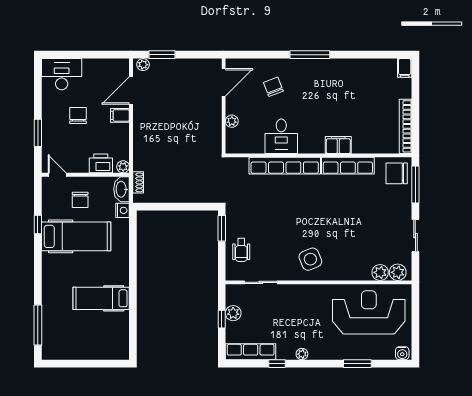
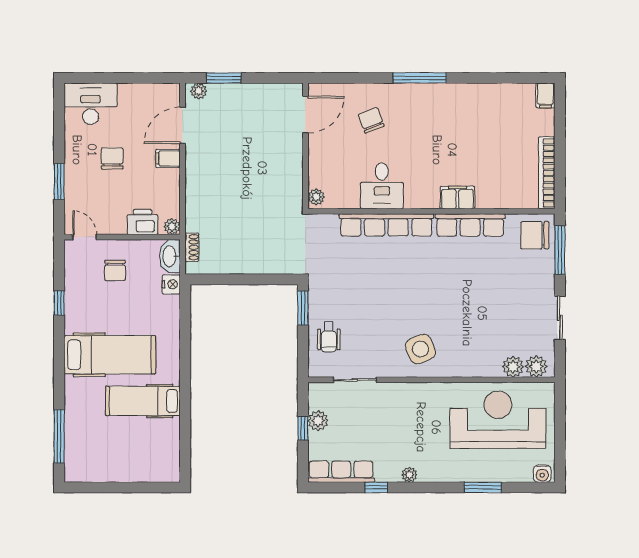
plant: (232, 121) -> (316, 197), moved
hospital bed: (76, 236) -> (110, 355), moved

